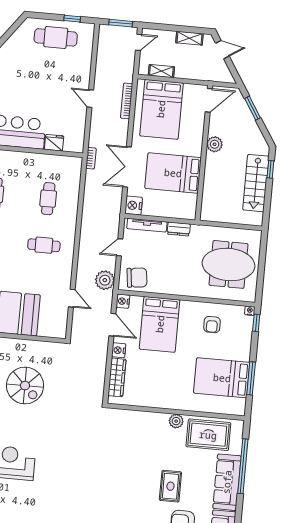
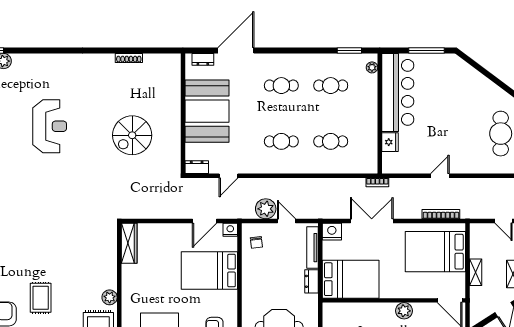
shelving: (161, 71) -> (476, 272), moved
bed: (173, 173) -> (351, 279), moved, turned 90
cafe table: (44, 245) -> (281, 141), turned 90
chair: (137, 278) -> (256, 242), width x0.54, depth x0.54
plant: (105, 280) -> (266, 209), moved
dresser: (61, 327) -> (197, 167), added
nightstand: (119, 350) -> (178, 230), removed
wardrobe: (117, 377) -> (129, 243), moved, turned -90
rug: (170, 486) -> (41, 298), turned 90

